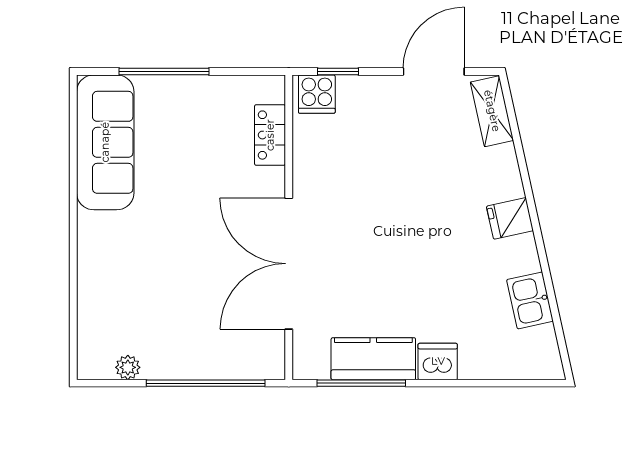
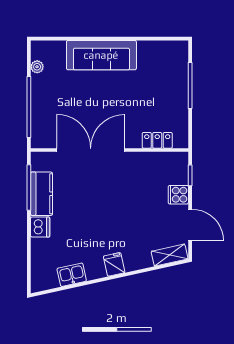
cooker: (317, 94) -> (178, 195), moved
sofa: (105, 142) -> (101, 55), moved

